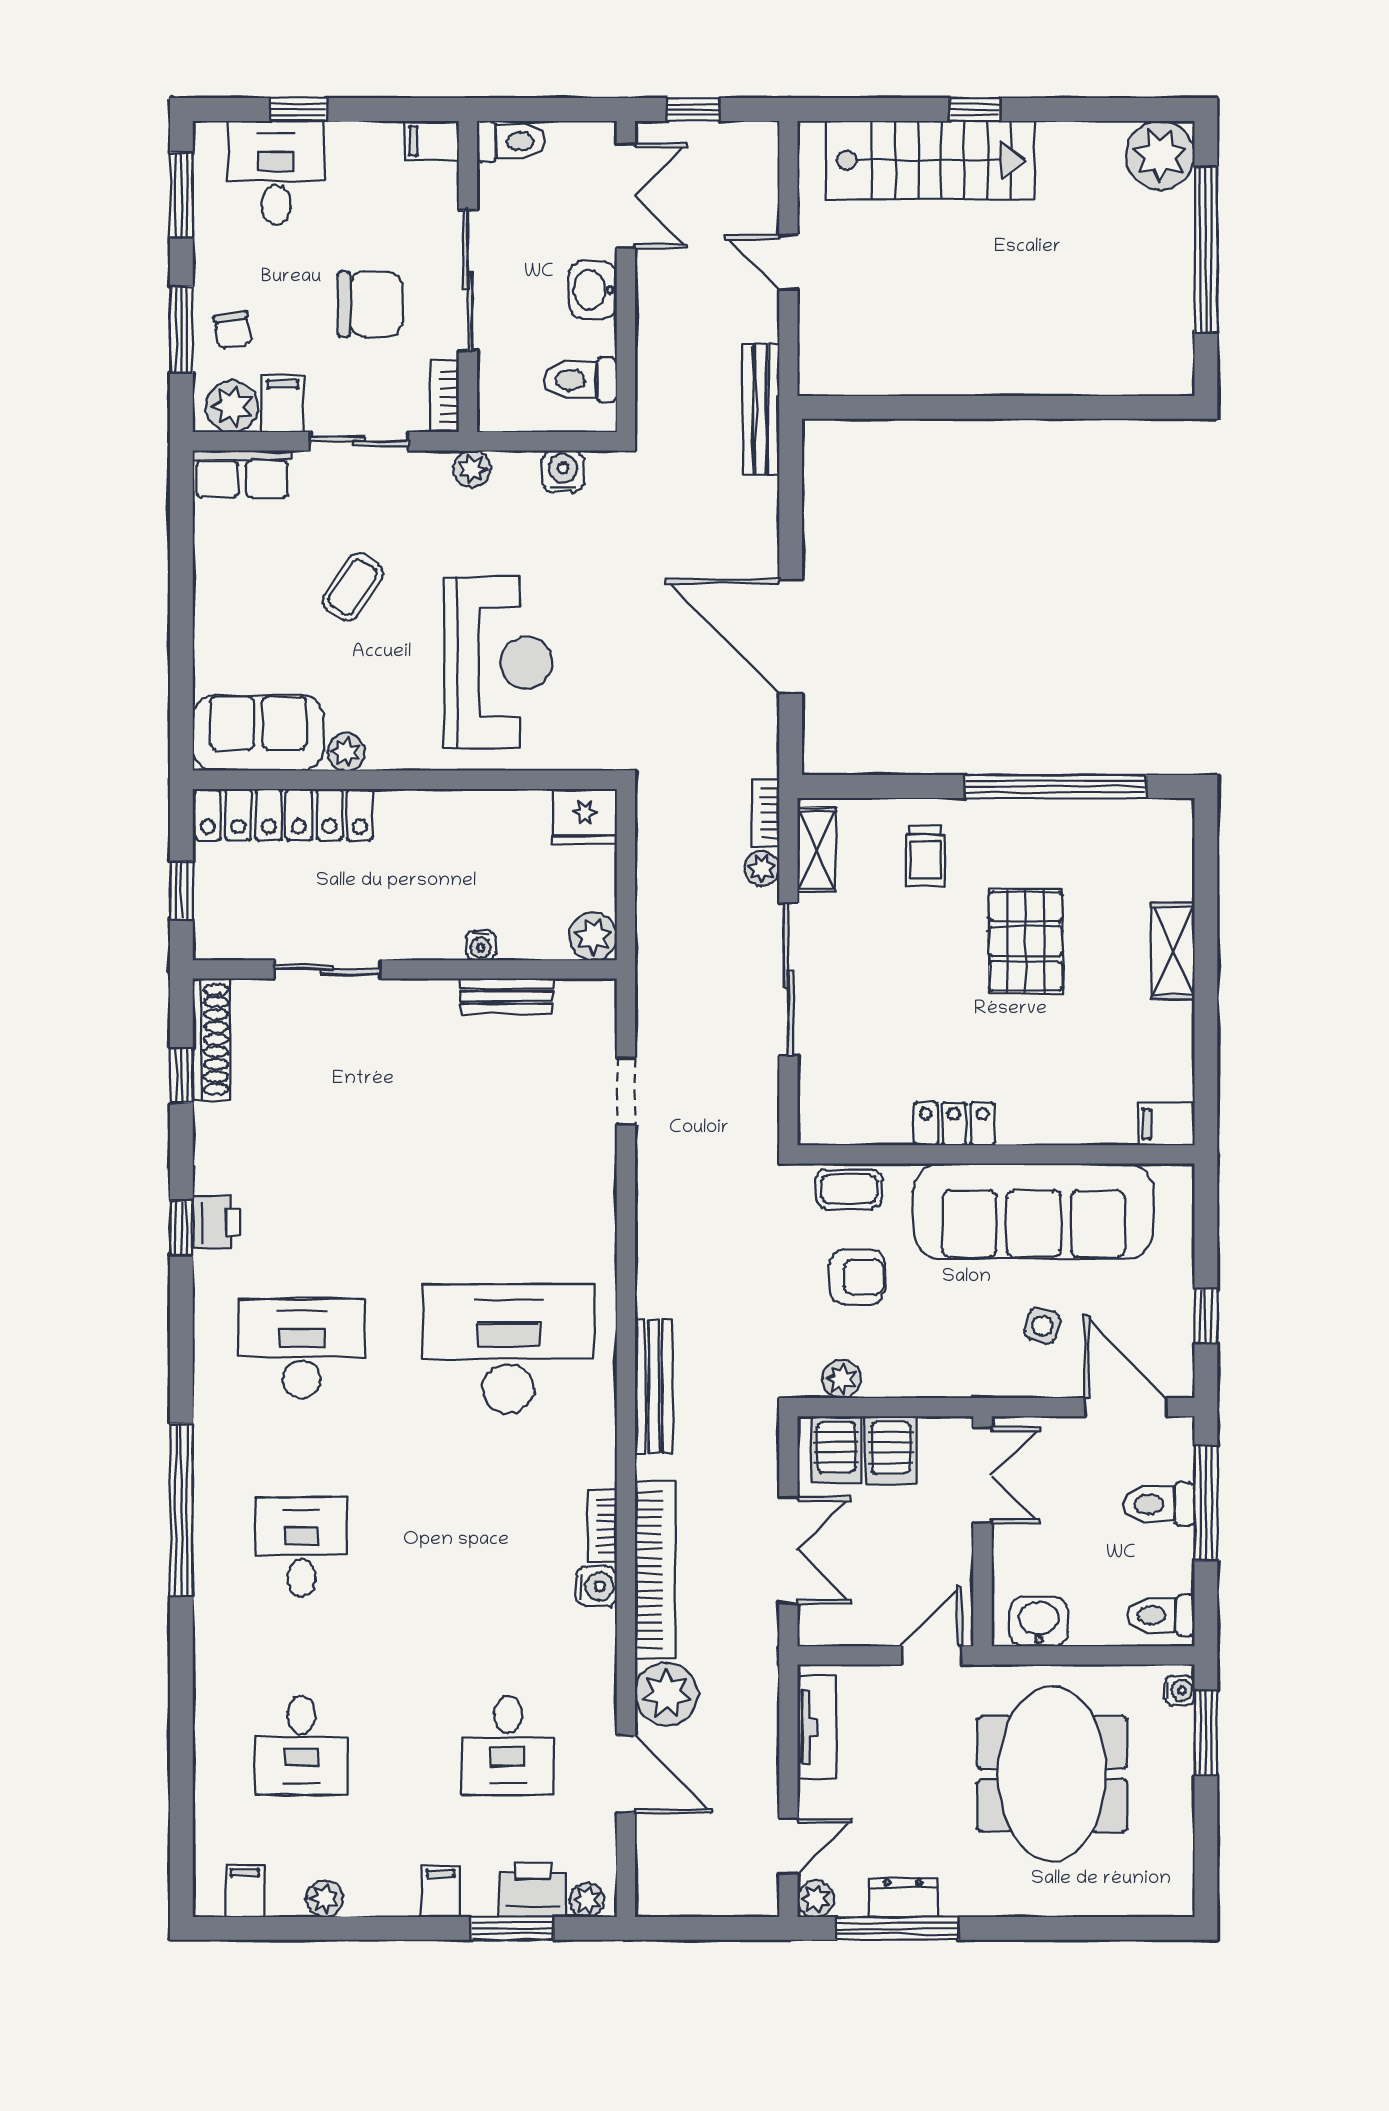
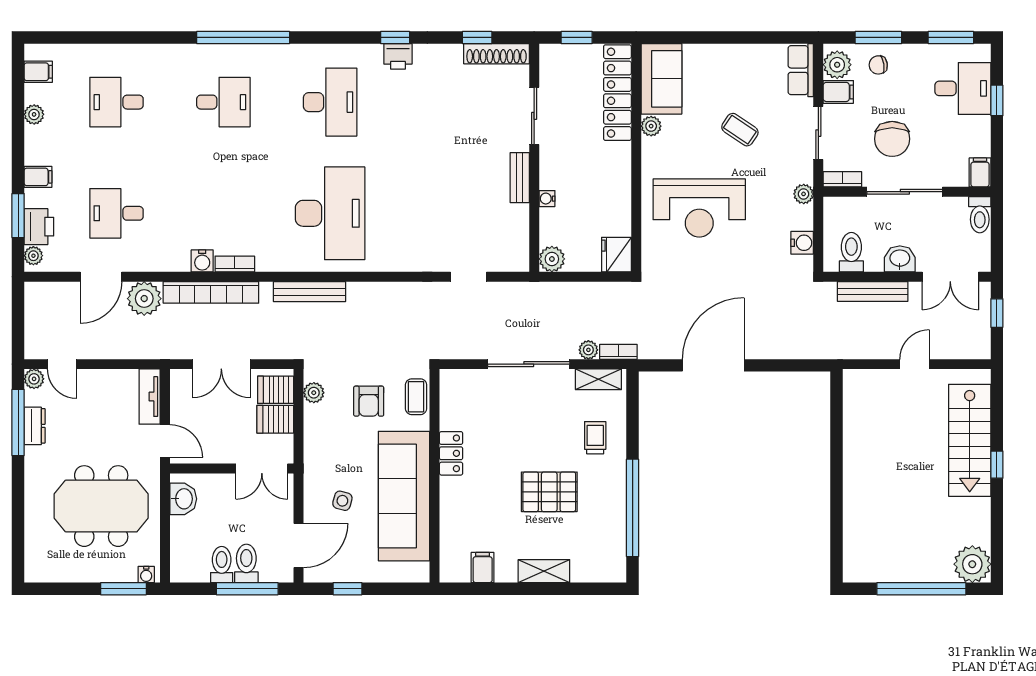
bench: (761, 409) -> (873, 291), moved
trolley: (925, 856) -> (595, 438), turned 90
bench: (507, 996) -> (520, 178), moved
filing cabinet: (1166, 1124) -> (483, 568), moved
toilet: (1161, 1615) -> (222, 565), moved
tv unit: (817, 1727) -> (150, 397), moved, turned 90

